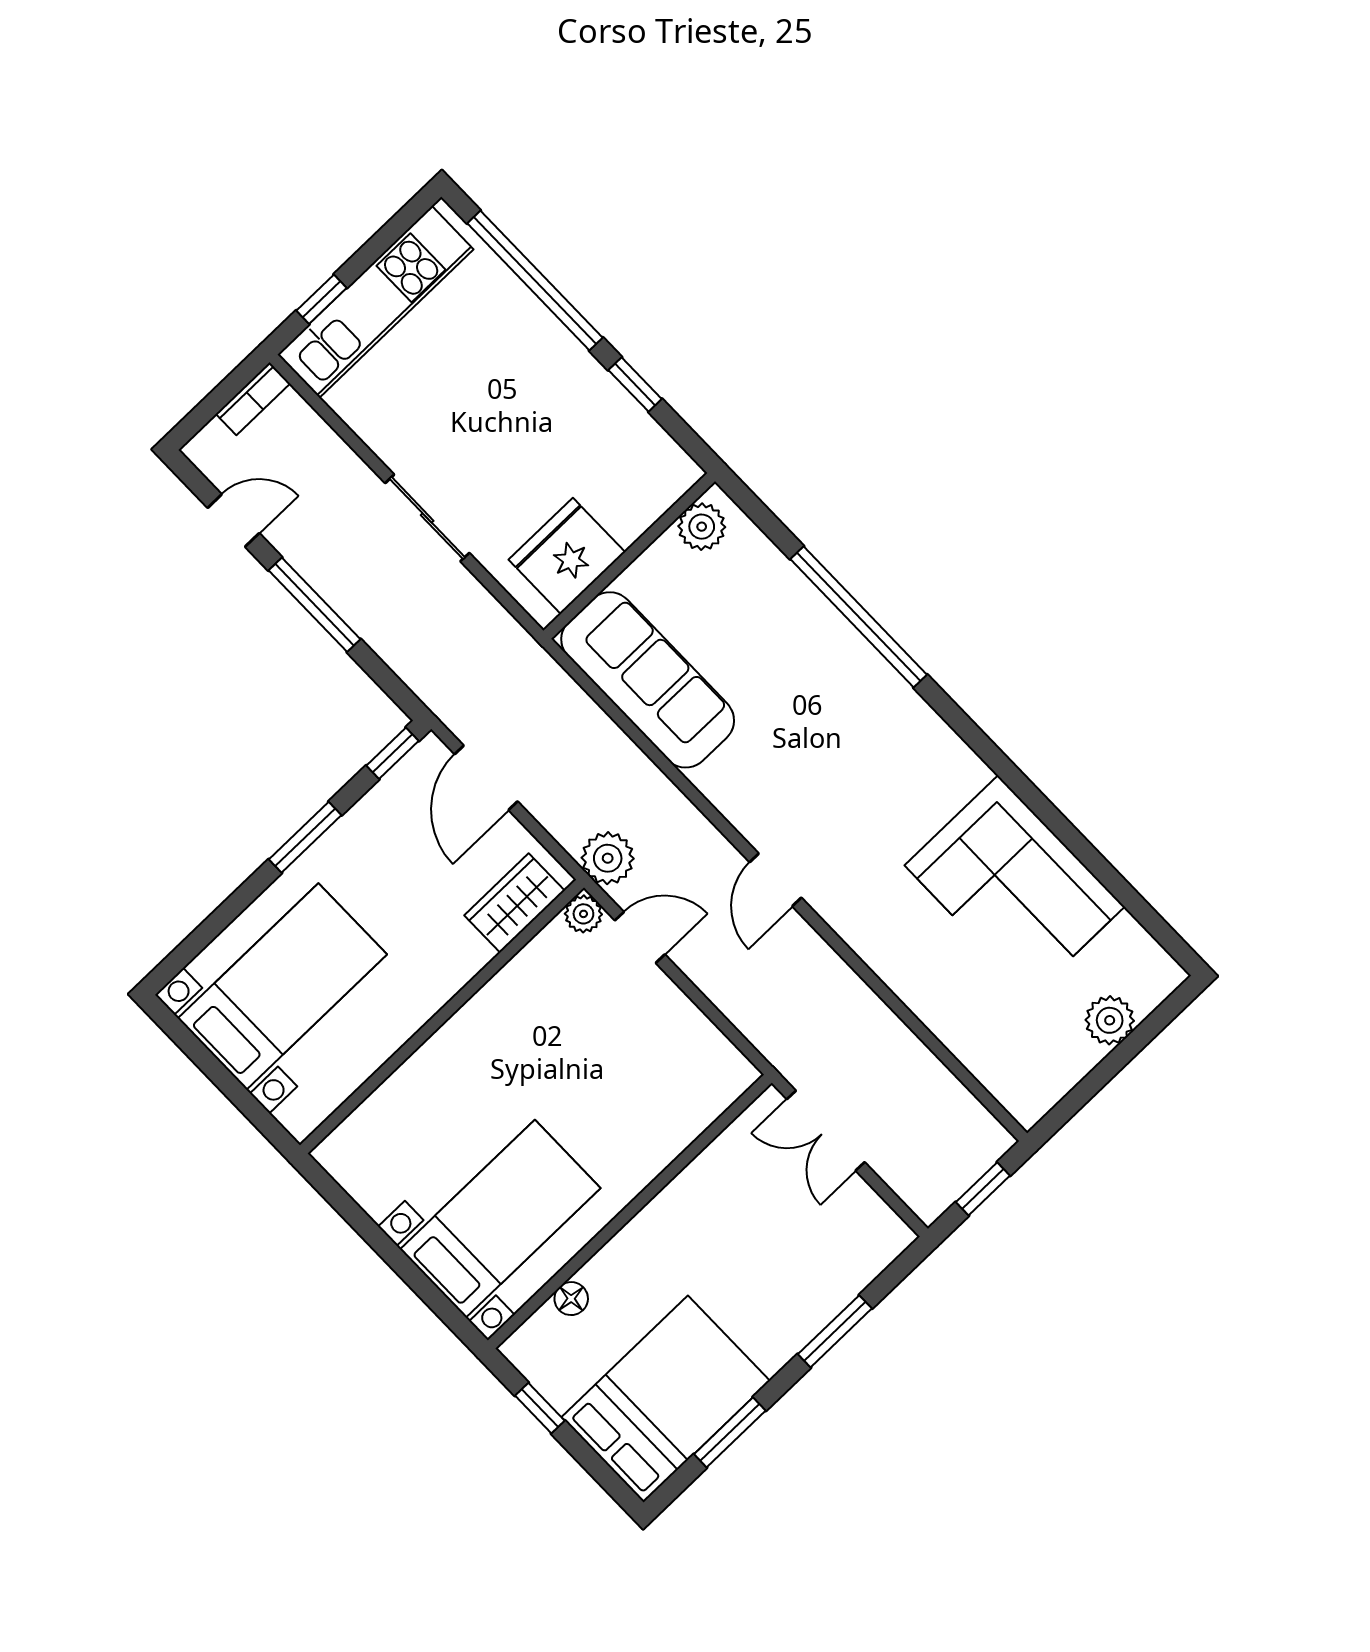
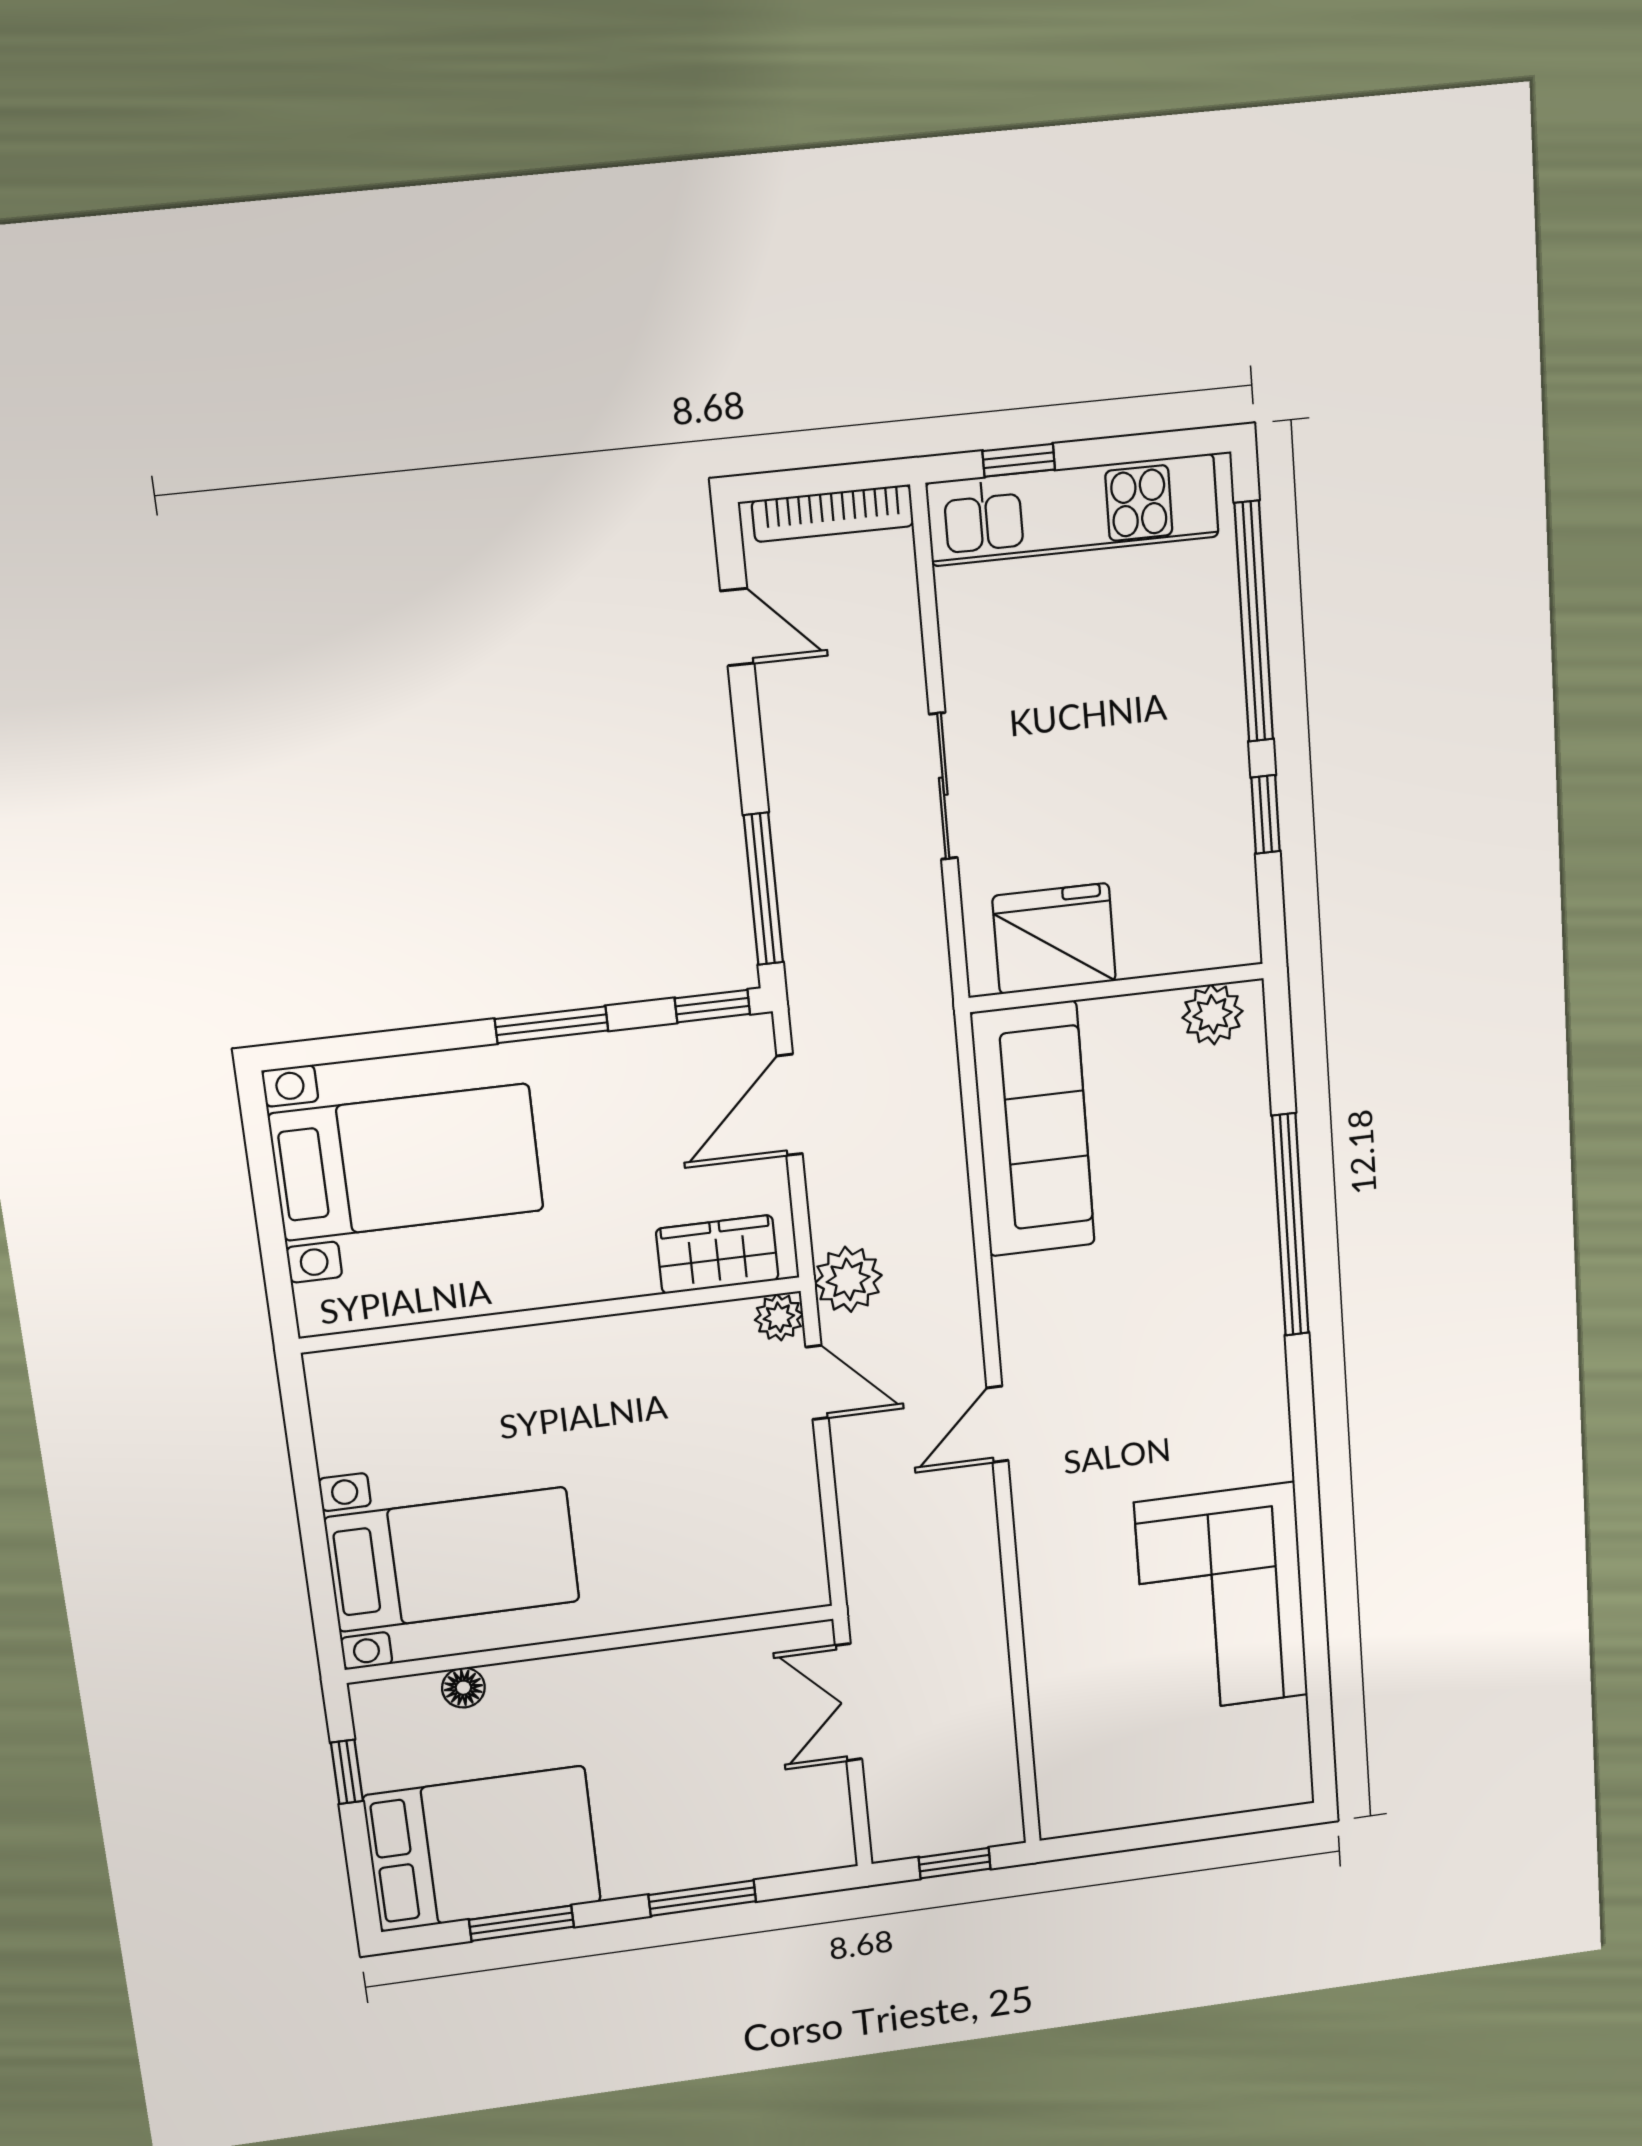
bookcase: (253, 399) -> (833, 513), width x1.56
window: (315, 605) -> (763, 889), moved
plant: (1110, 1020) -> (1204, 1790), removed

